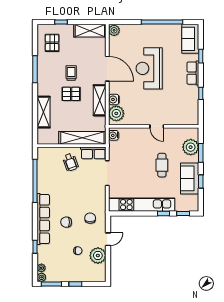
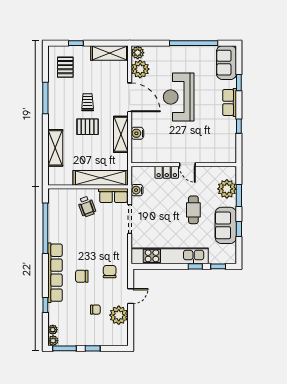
plant: (116, 113) -> (140, 69), moved
locker: (139, 133) -> (167, 172), added
water cooler: (114, 135) -> (137, 190), moved

